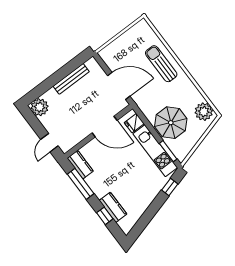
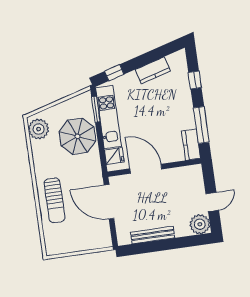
door: (49, 143) -> (212, 202), moved
kitchen counter: (113, 207) -> (153, 70), moved, turned -106

